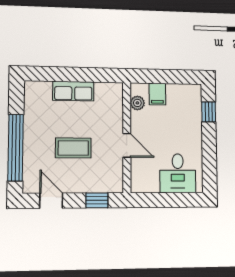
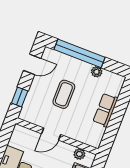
plant: (31, 118) -> (97, 72), added

